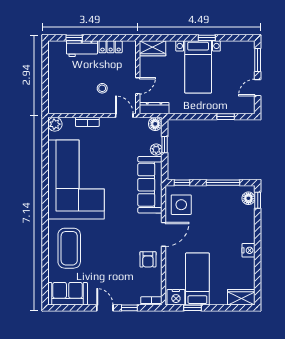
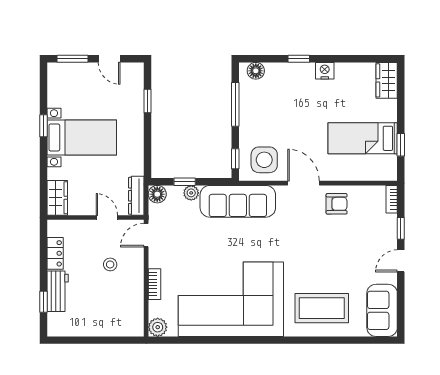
window: (258, 200) -> (299, 59), moved
nightstand: (176, 297) -> (387, 167), removed

